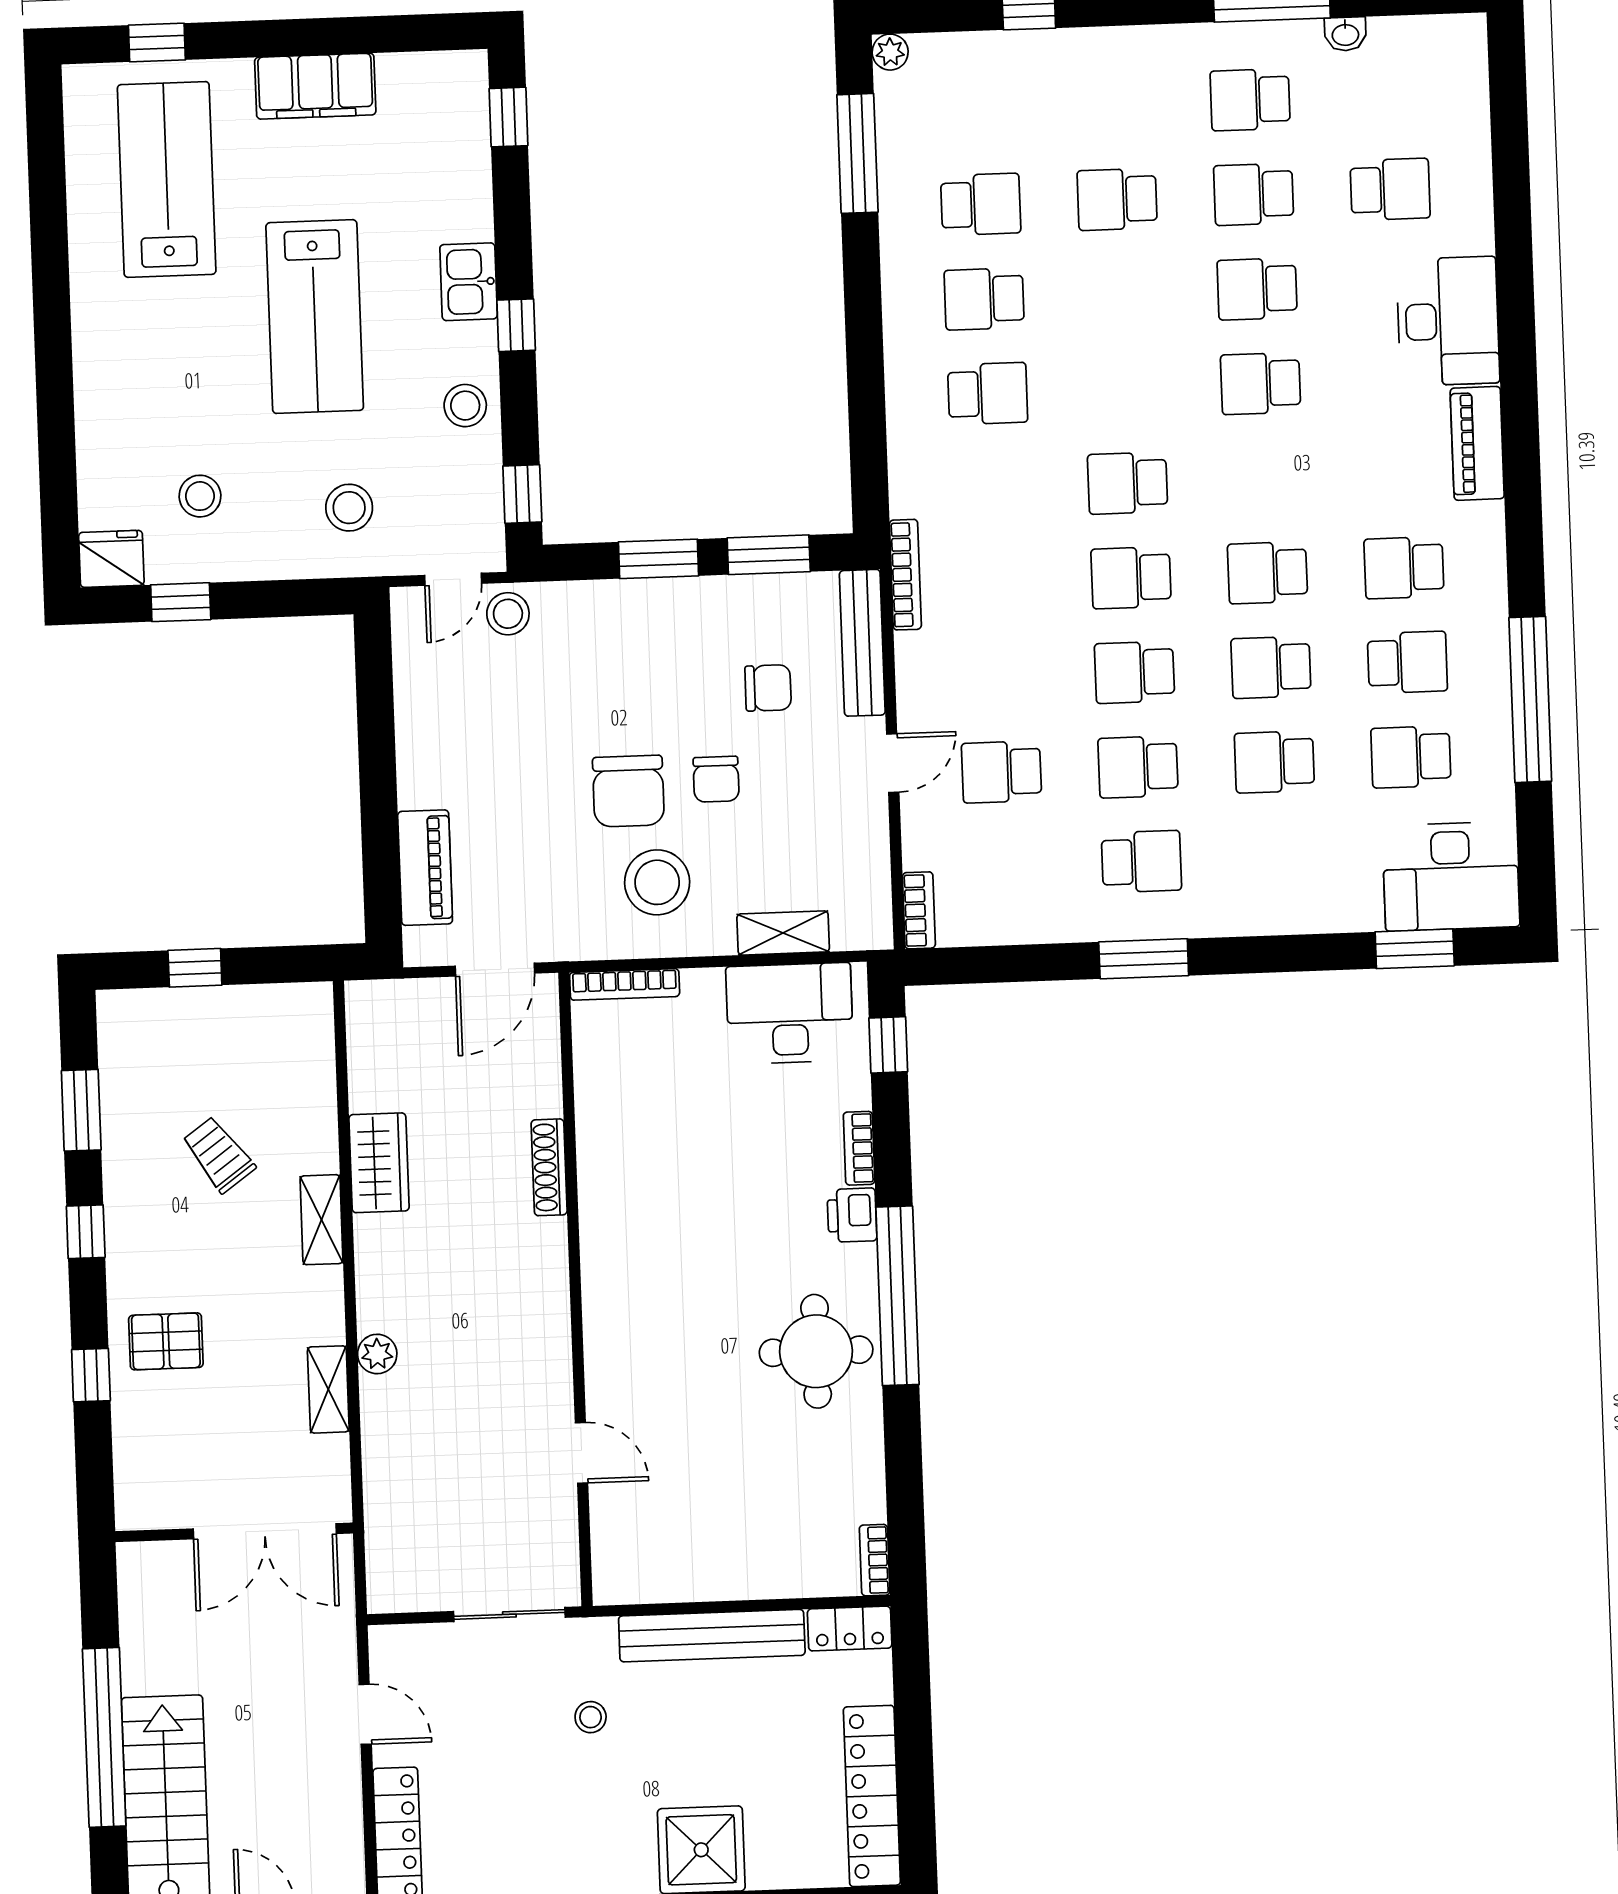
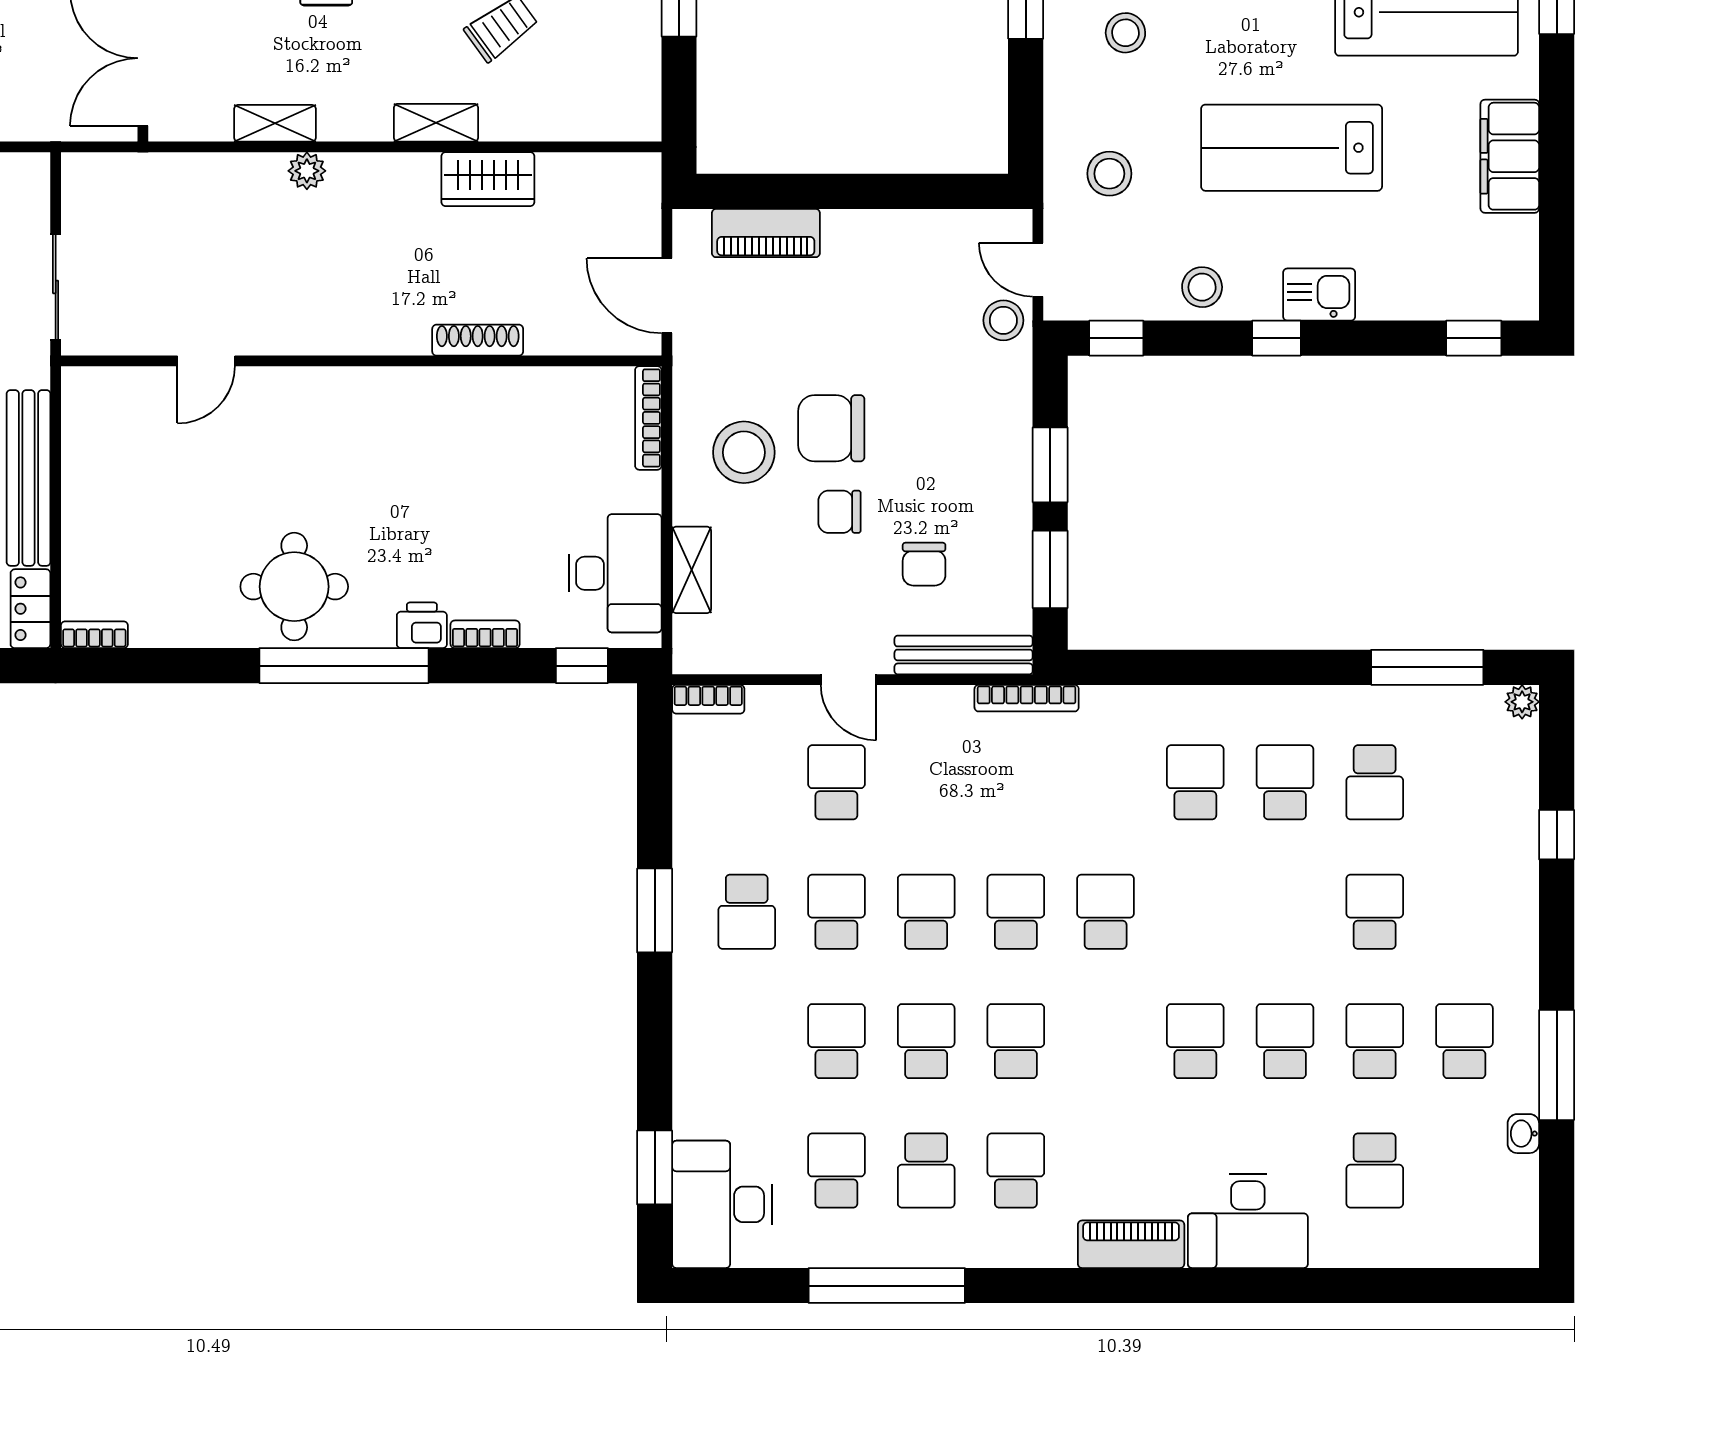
school desk: (988, 394) -> (1195, 782), turned 180

